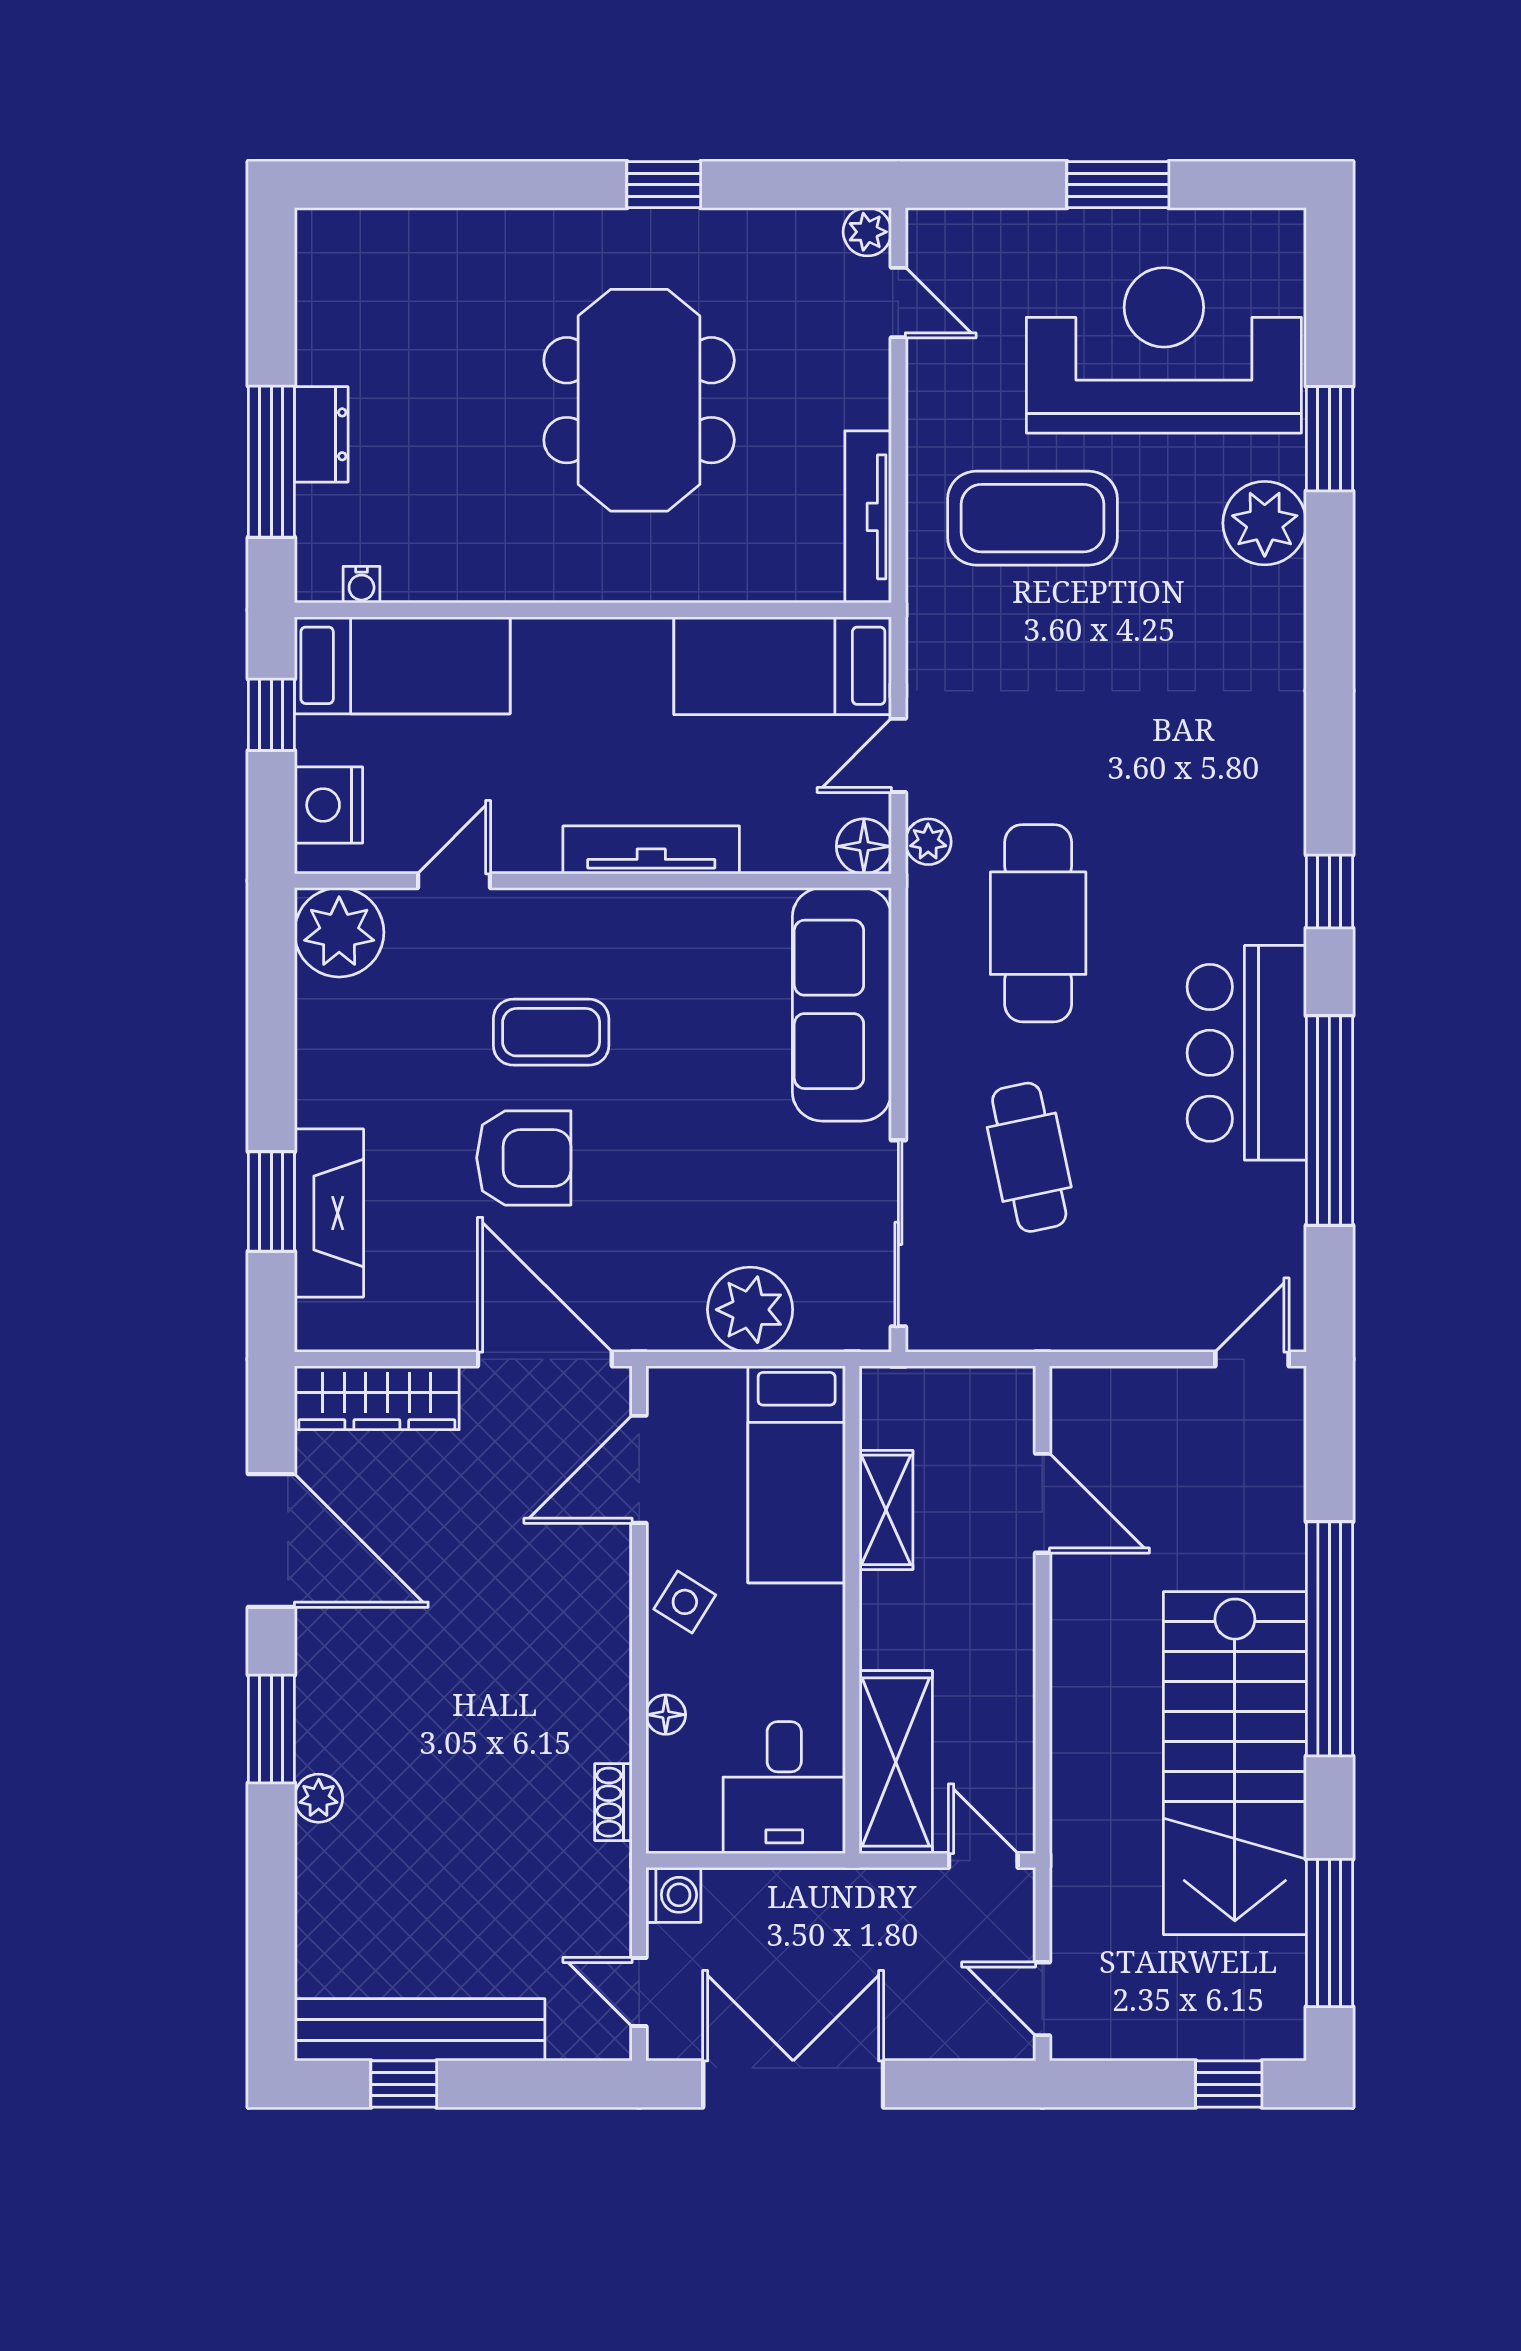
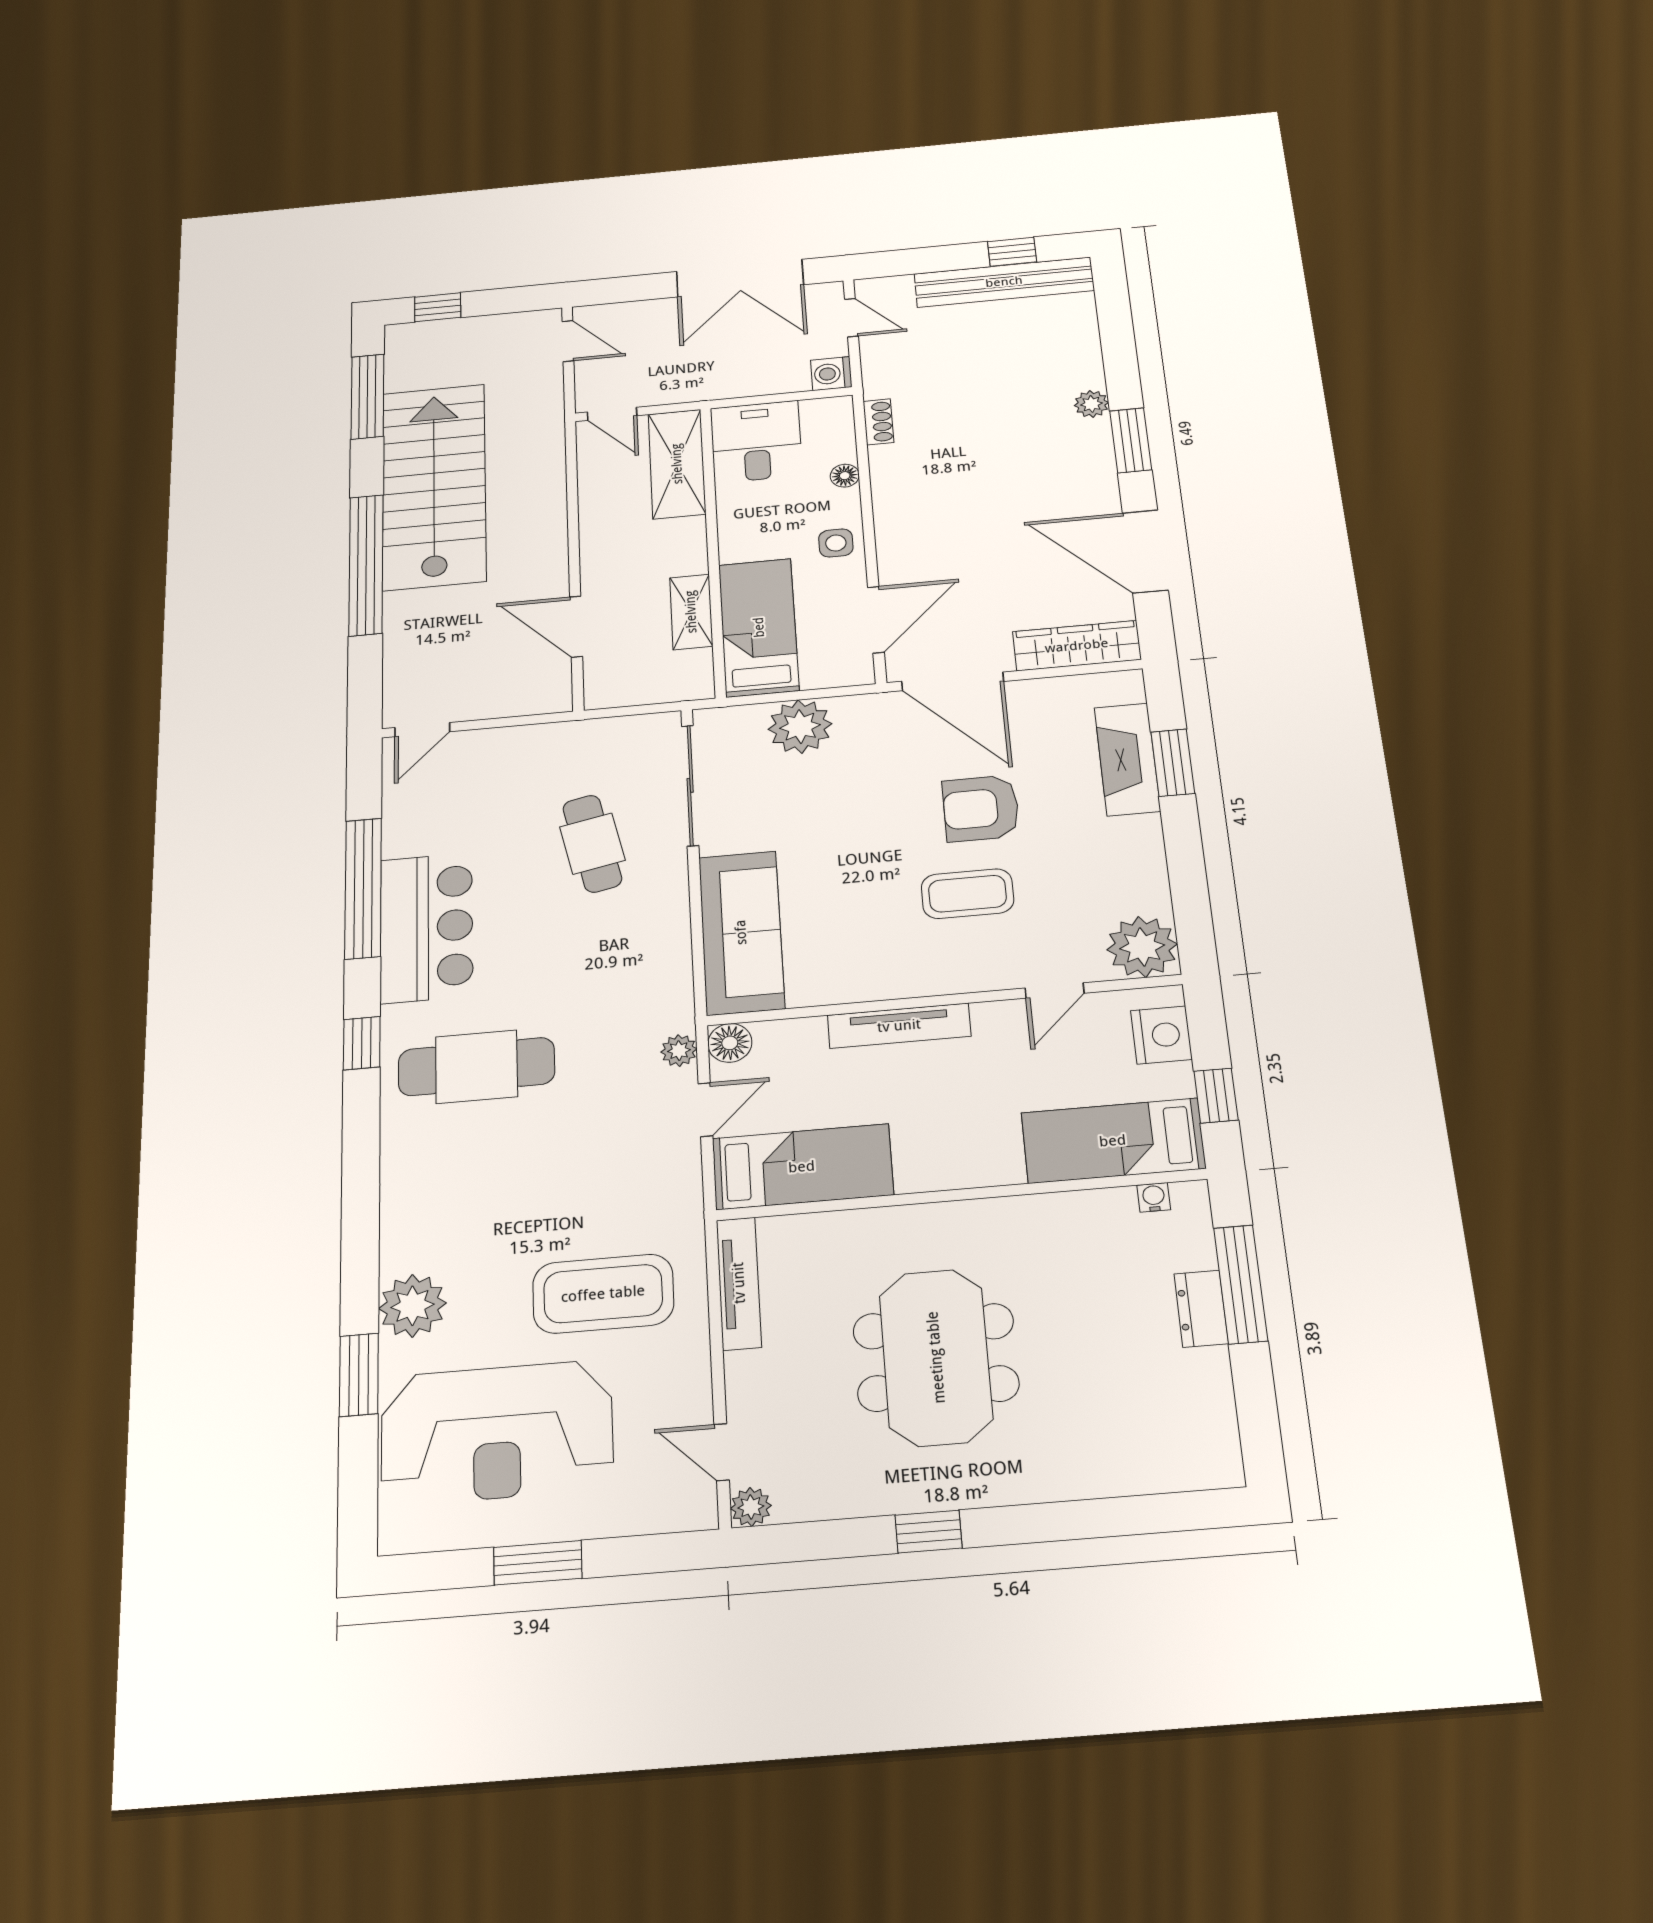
cafe table: (1038, 923) -> (476, 1067), moved, turned 90
side table: (685, 1602) -> (836, 543), turned -32

